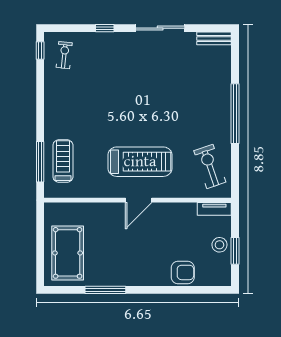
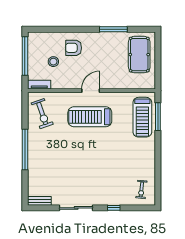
window: (40, 50) -> (158, 193), removed
treadmill: (63, 161) -> (142, 117), width x1.37, depth x1.38
stool: (219, 245) -> (53, 62), moved
window: (235, 251) -> (25, 56), width x2.11
armchair: (183, 272) -> (74, 48), moved

